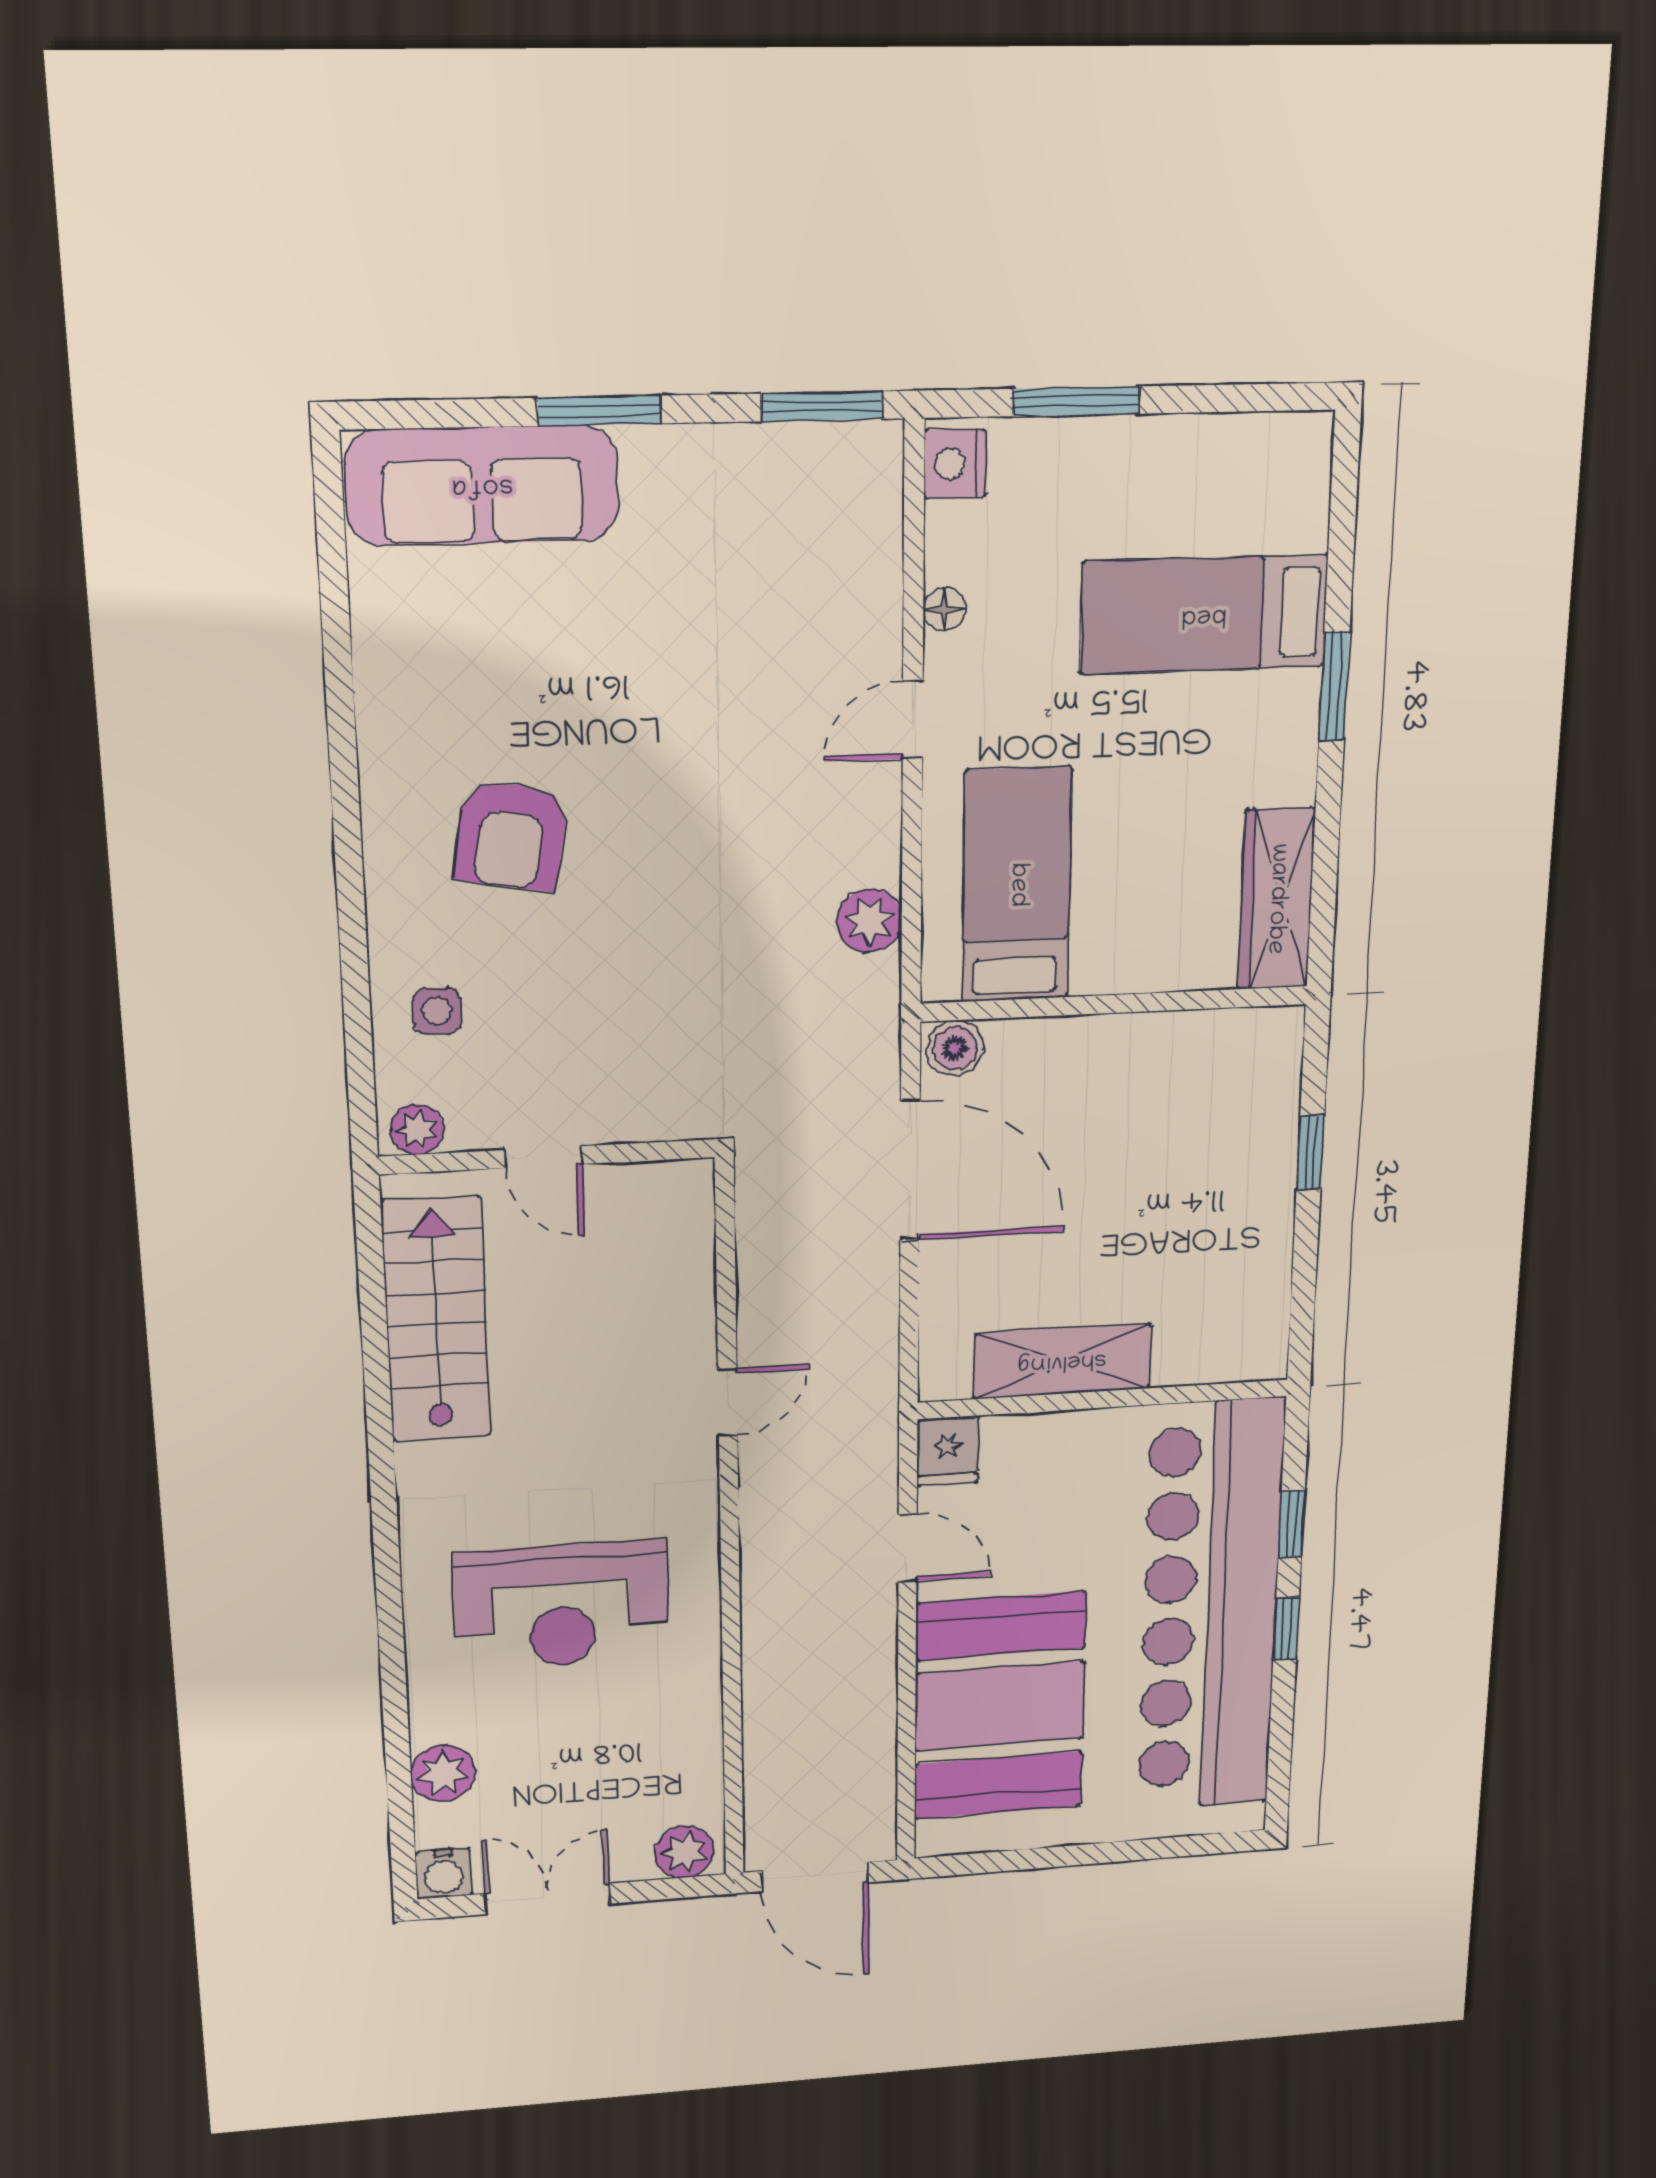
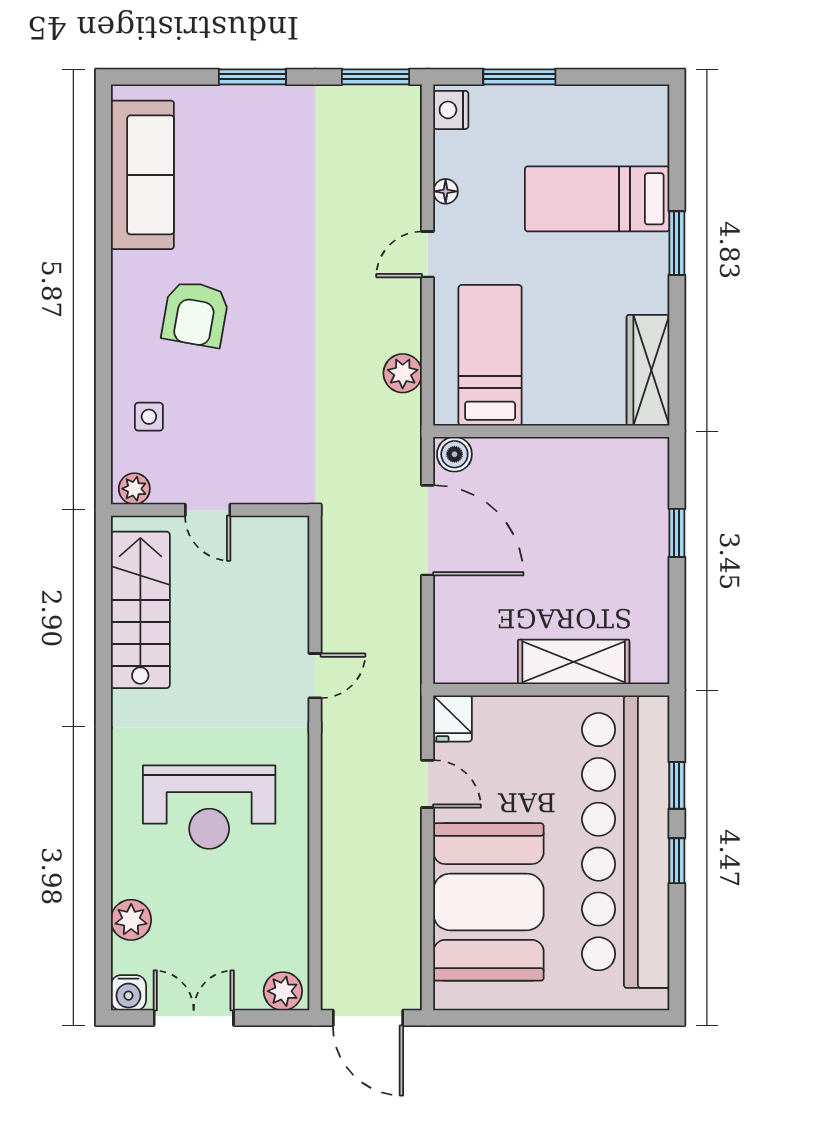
sofa: (482, 485) -> (142, 175), moved, turned -90
shelving: (1062, 1361) -> (574, 662), moved

